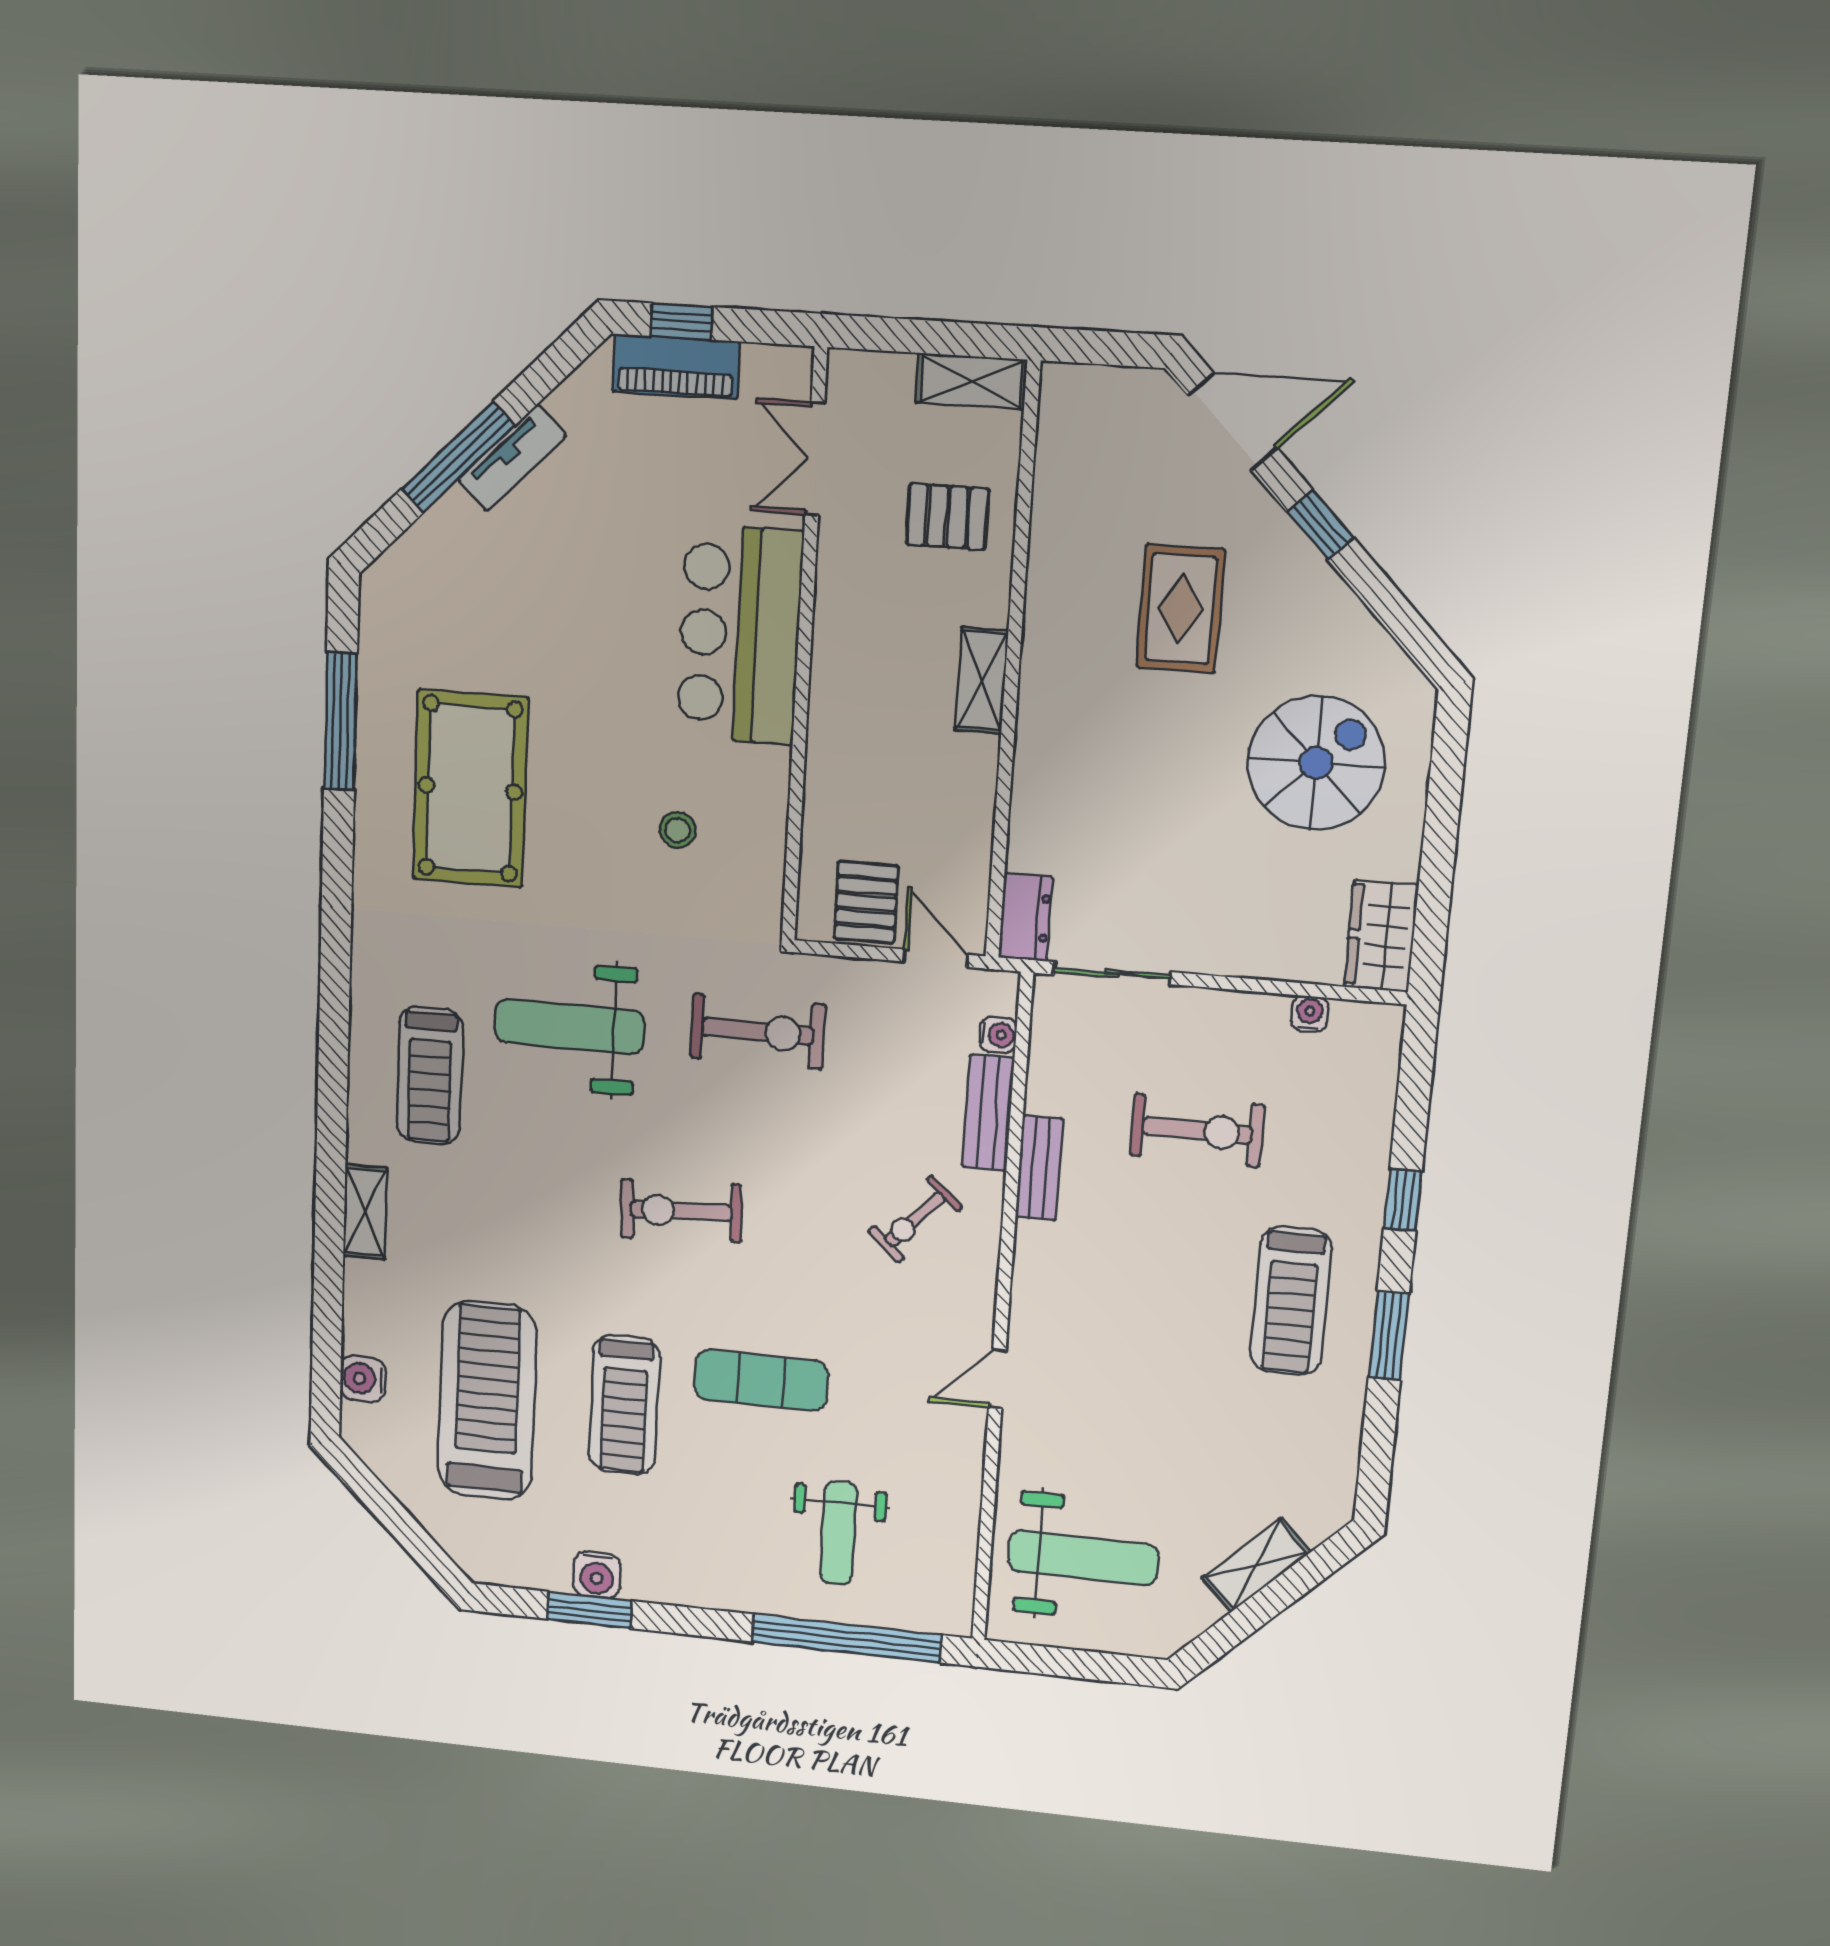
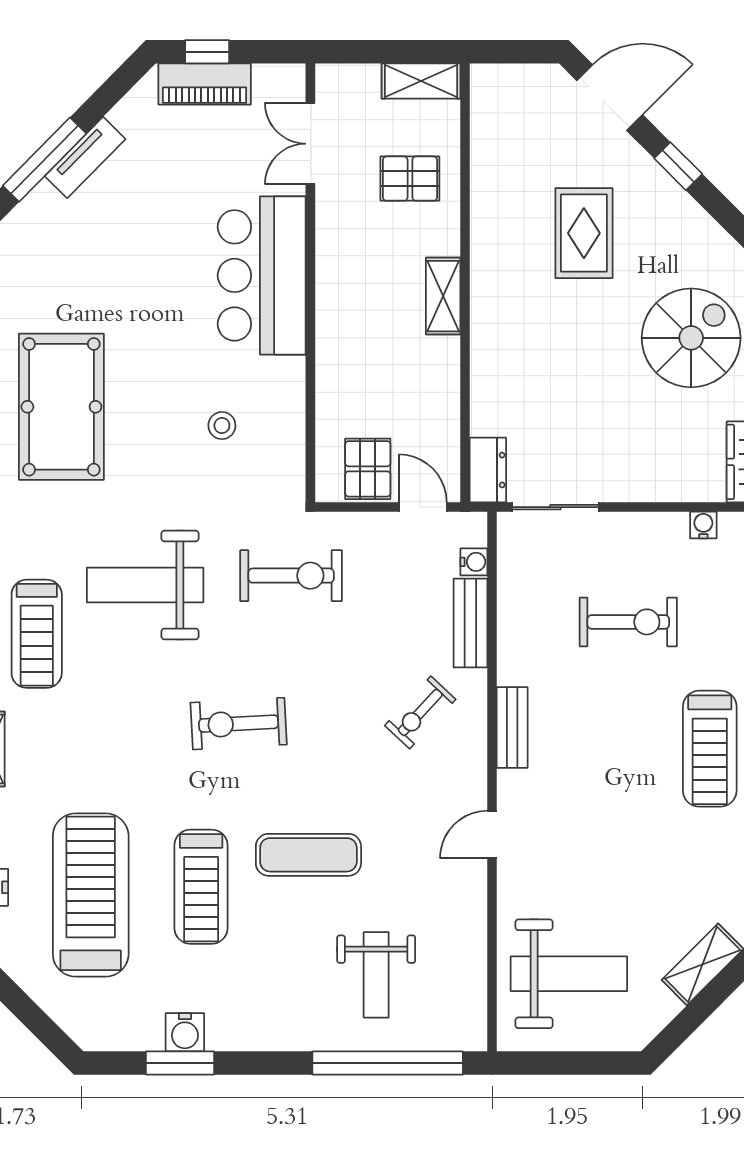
bench: (1039, 1168) -> (512, 728), moved

